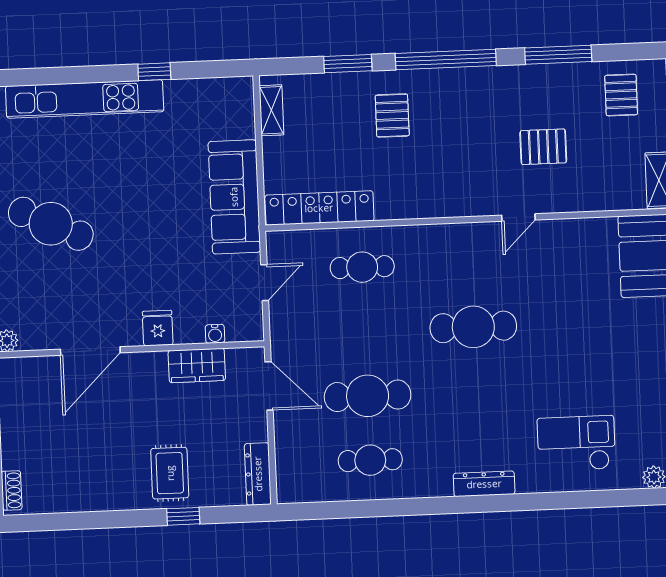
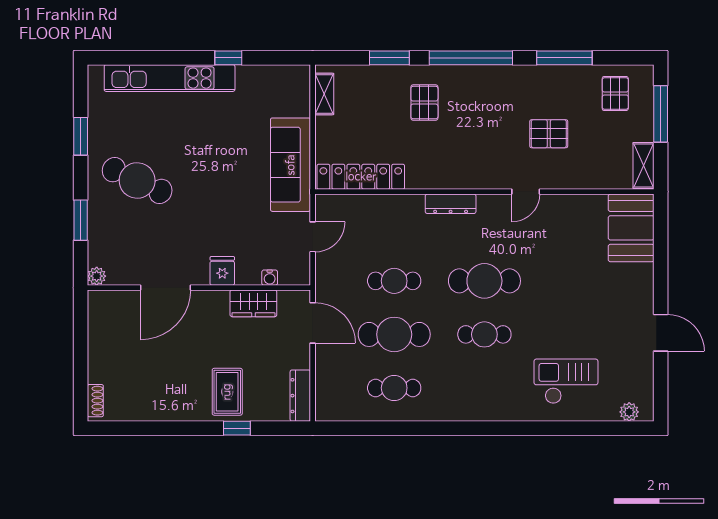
cafe table: (362, 267) -> (394, 281), moved
cafe table: (476, 391) -> (484, 334), added
dresser: (484, 484) -> (451, 204), moved, turned 180

